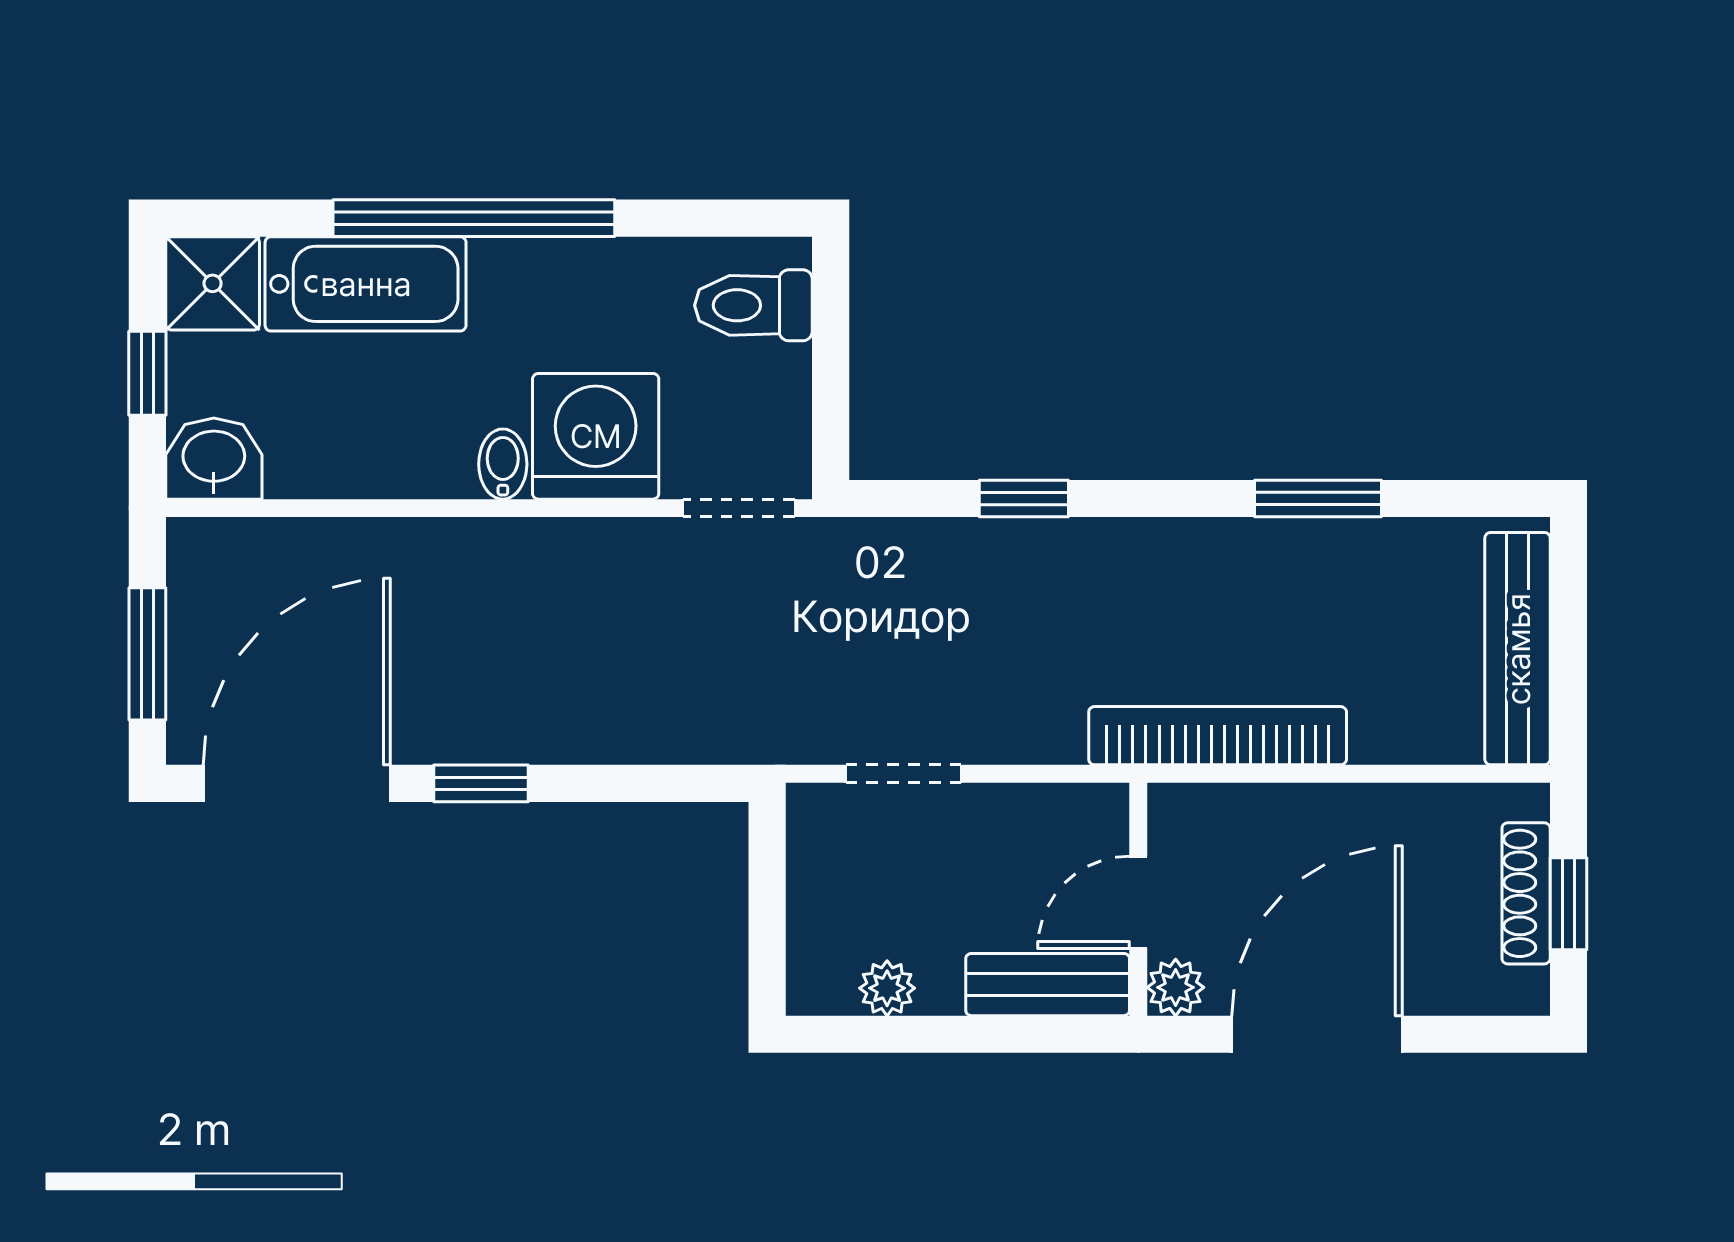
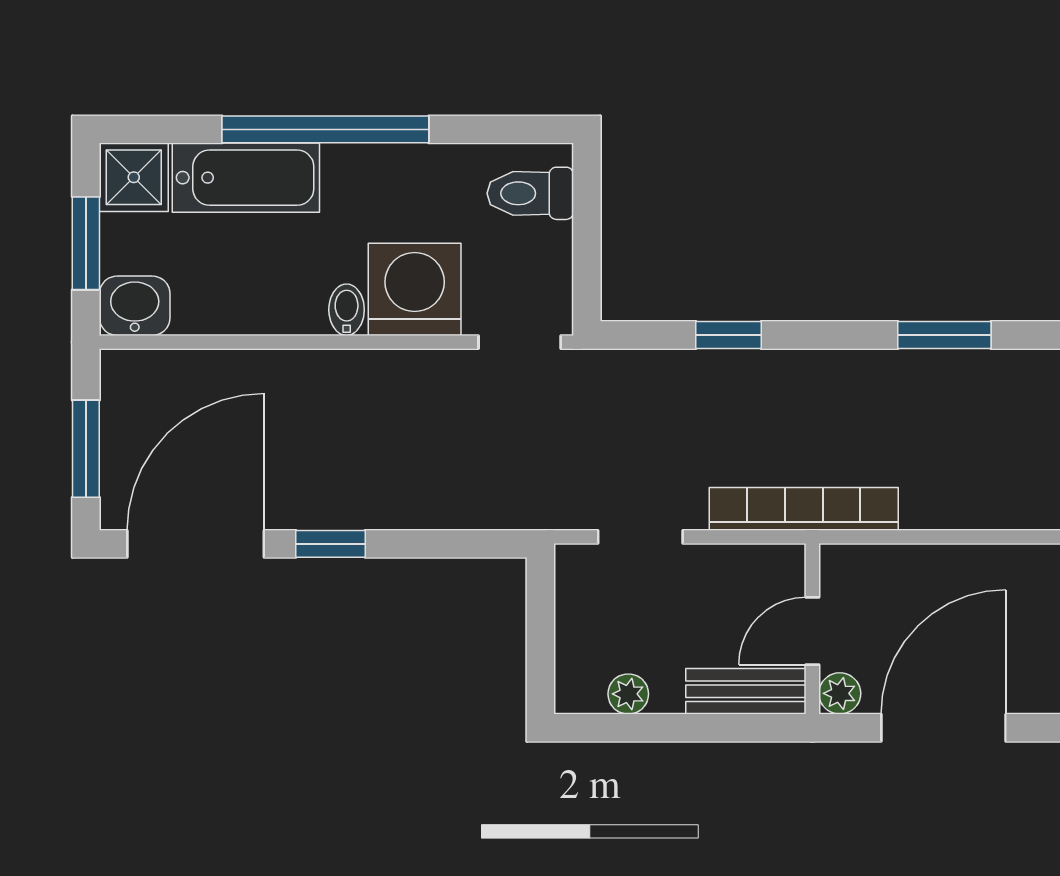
window: (147, 373) -> (86, 243), width x1.50
bookcase: (1218, 736) -> (804, 509), moved

